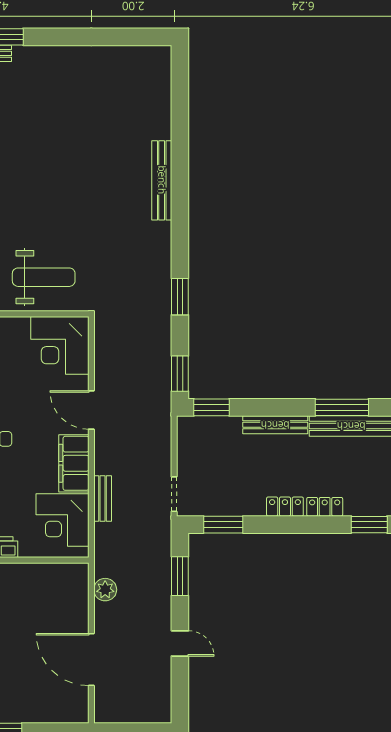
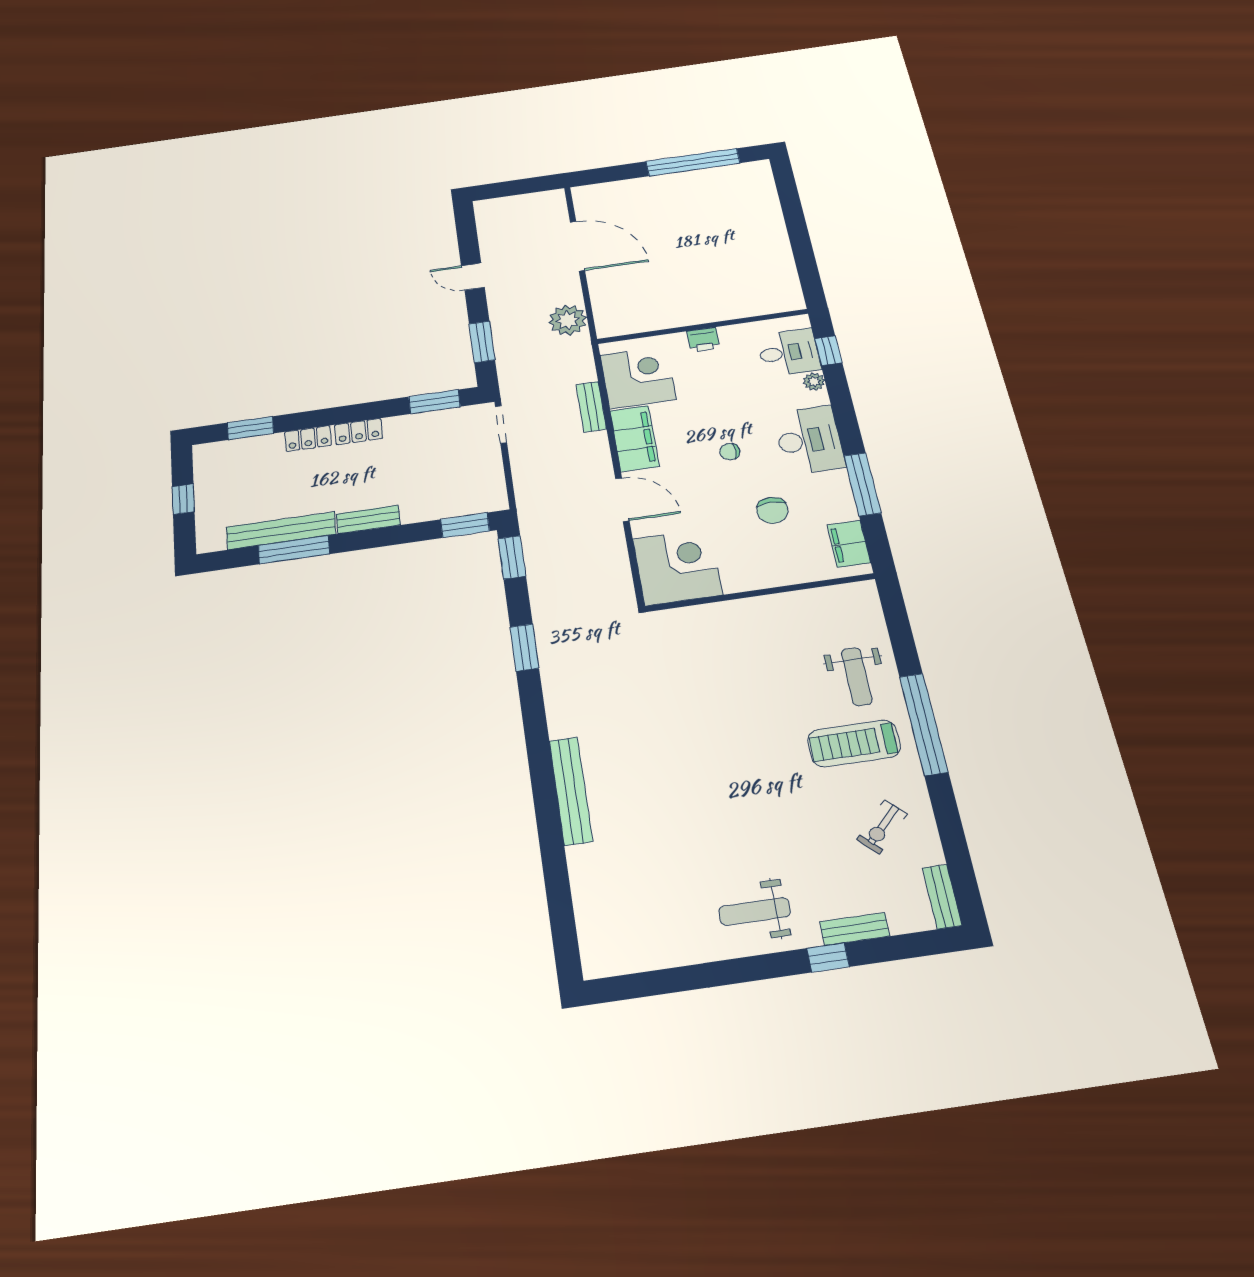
weight bench: (44, 277) -> (755, 911), moved, width x0.73, depth x0.75
bench: (275, 425) -> (368, 519), width x0.73
plant: (105, 590) -> (568, 320), width x1.36, depth x1.36

